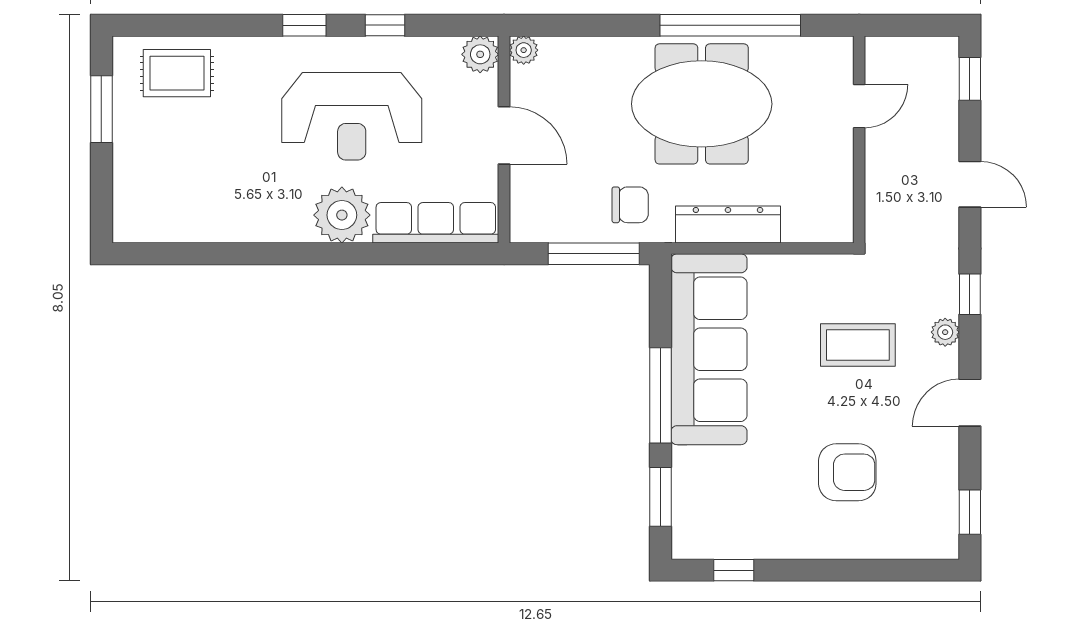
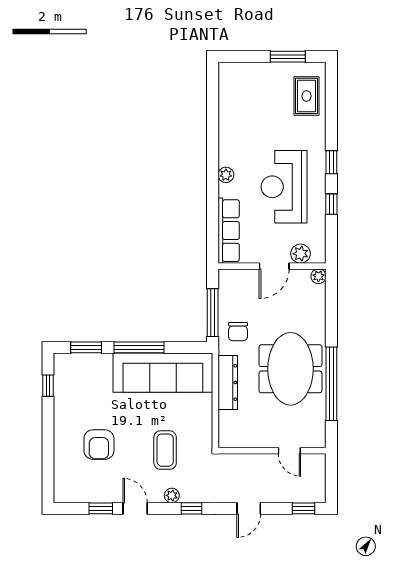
plant: (480, 54) -> (300, 254), moved
plant: (342, 215) -> (226, 175), width x0.53, depth x0.53
window: (970, 512) -> (101, 508), moved

